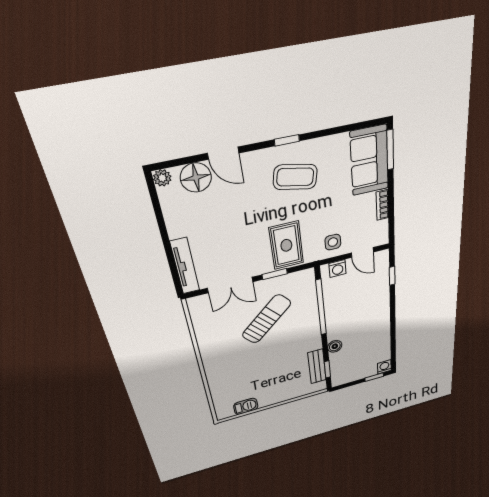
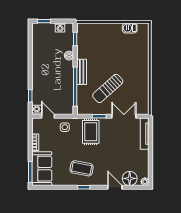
washing machine: (338, 269) -> (37, 110), moved
bench: (317, 366) -> (82, 72), moved
washing machine: (384, 367) -> (60, 27), moved

